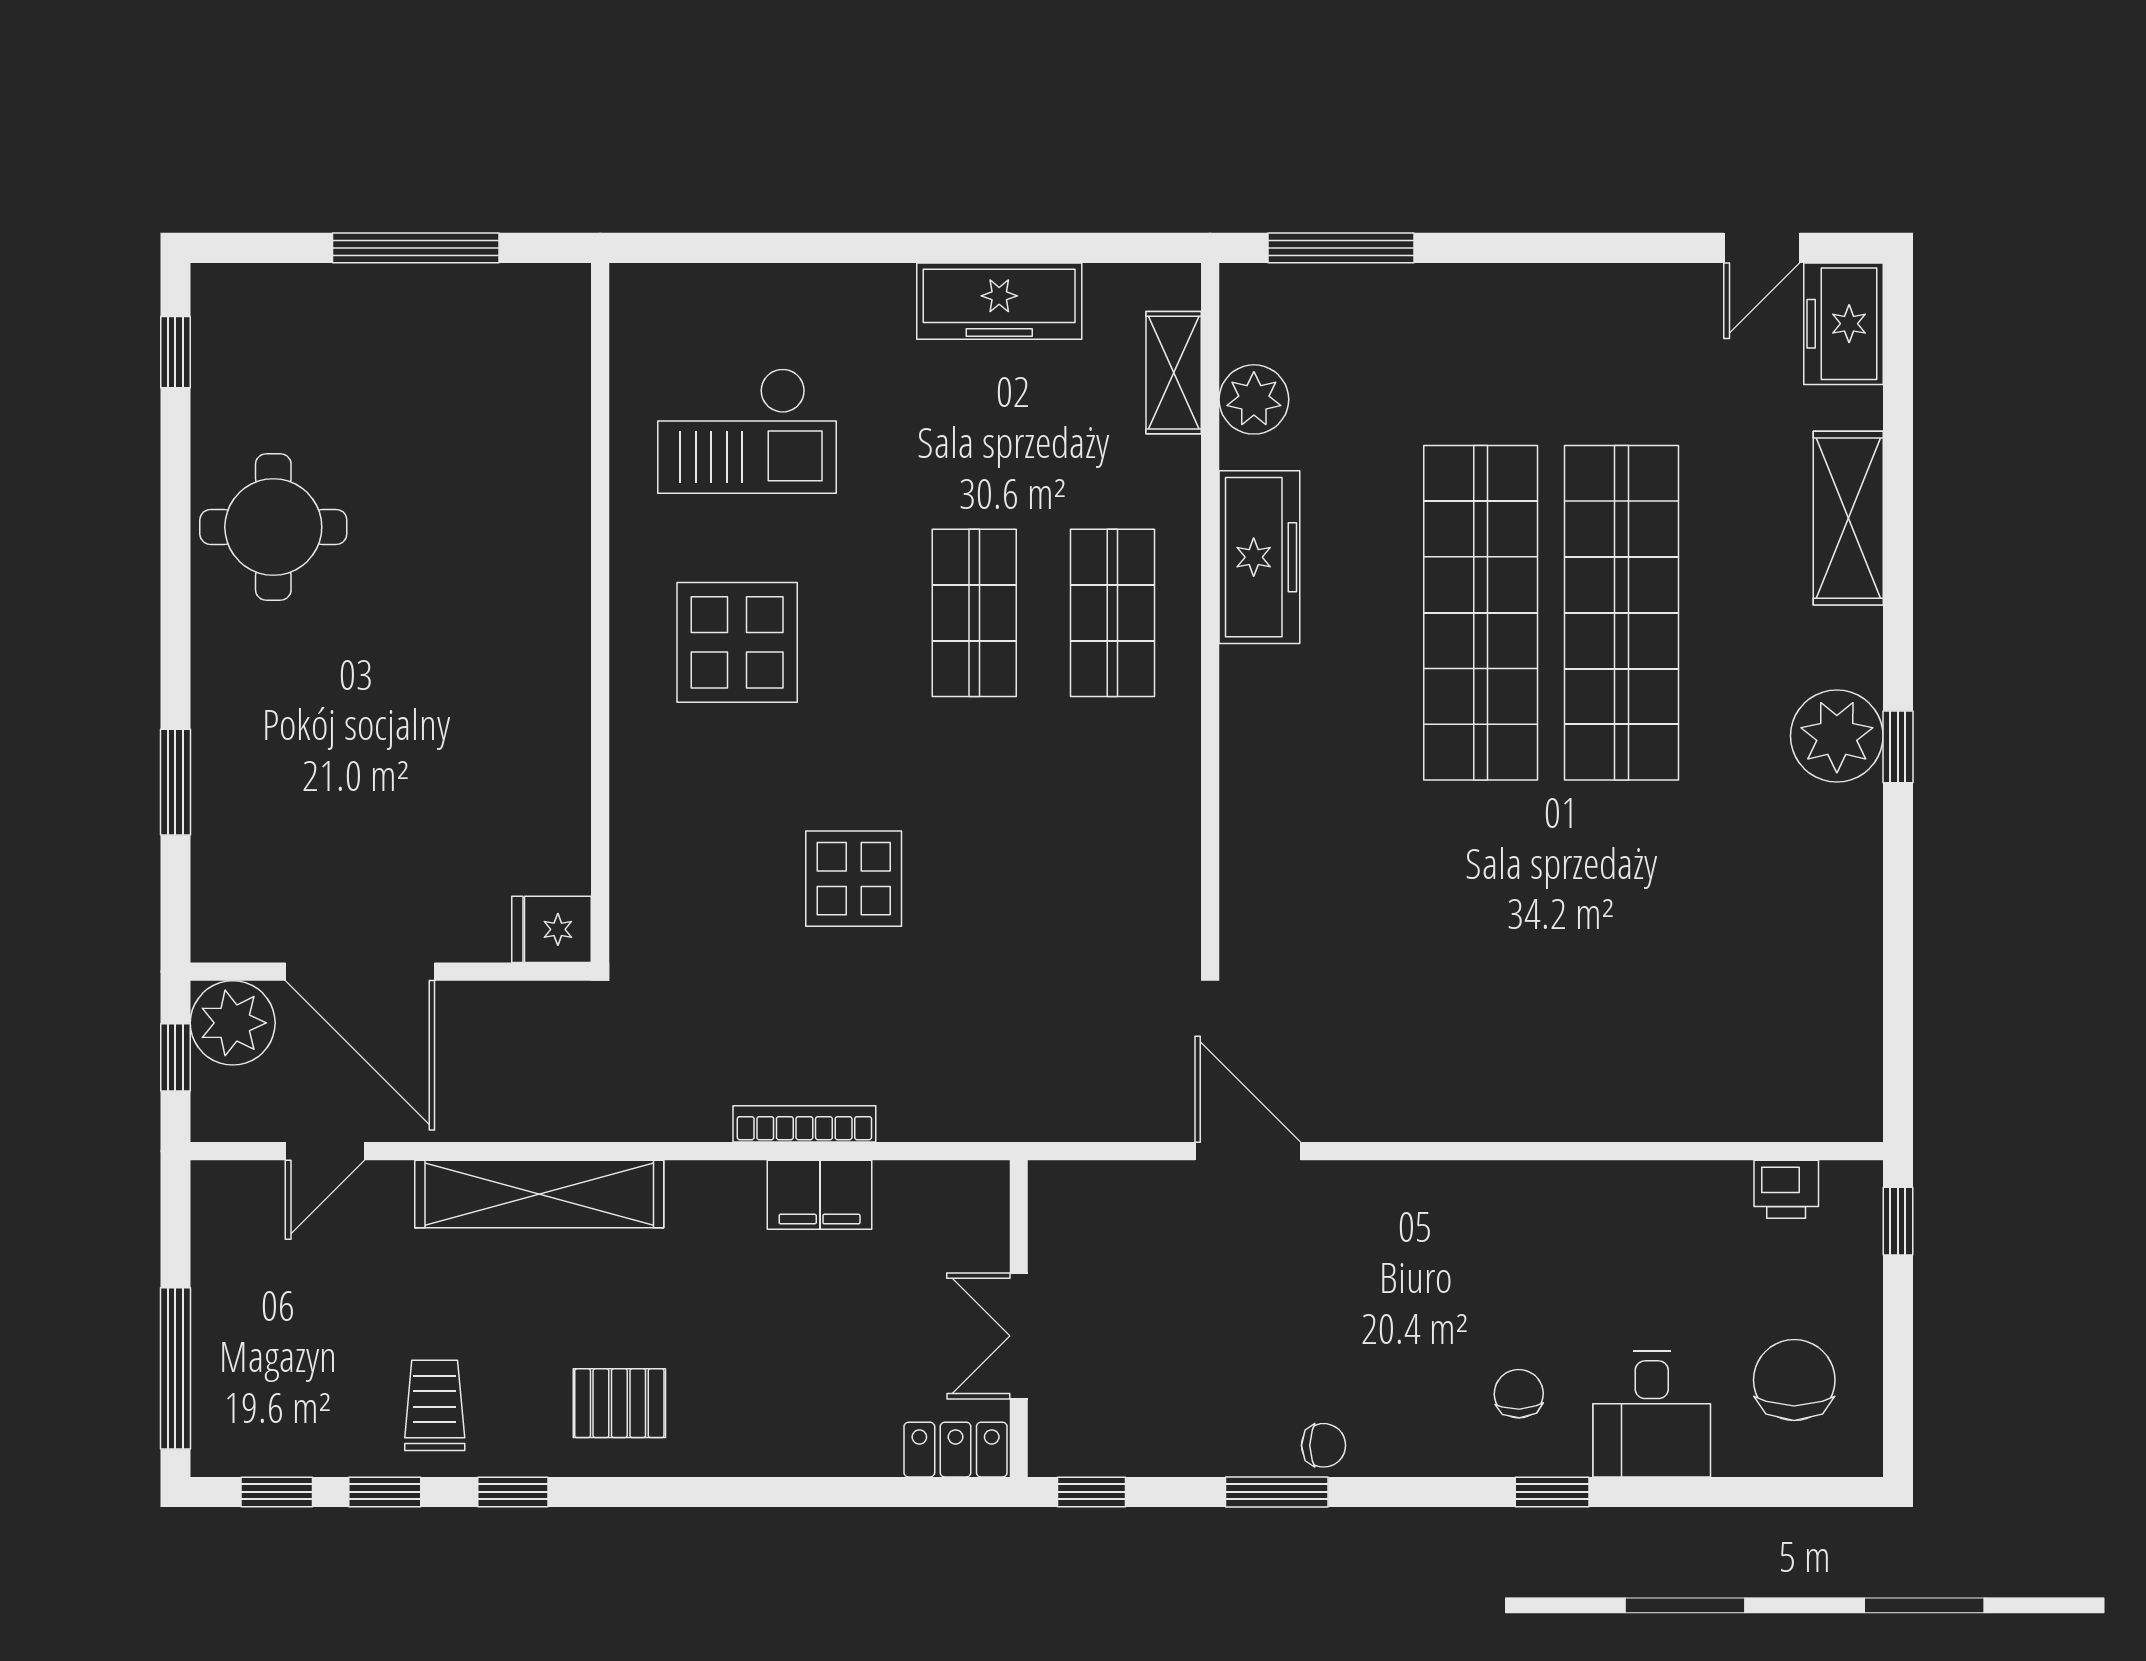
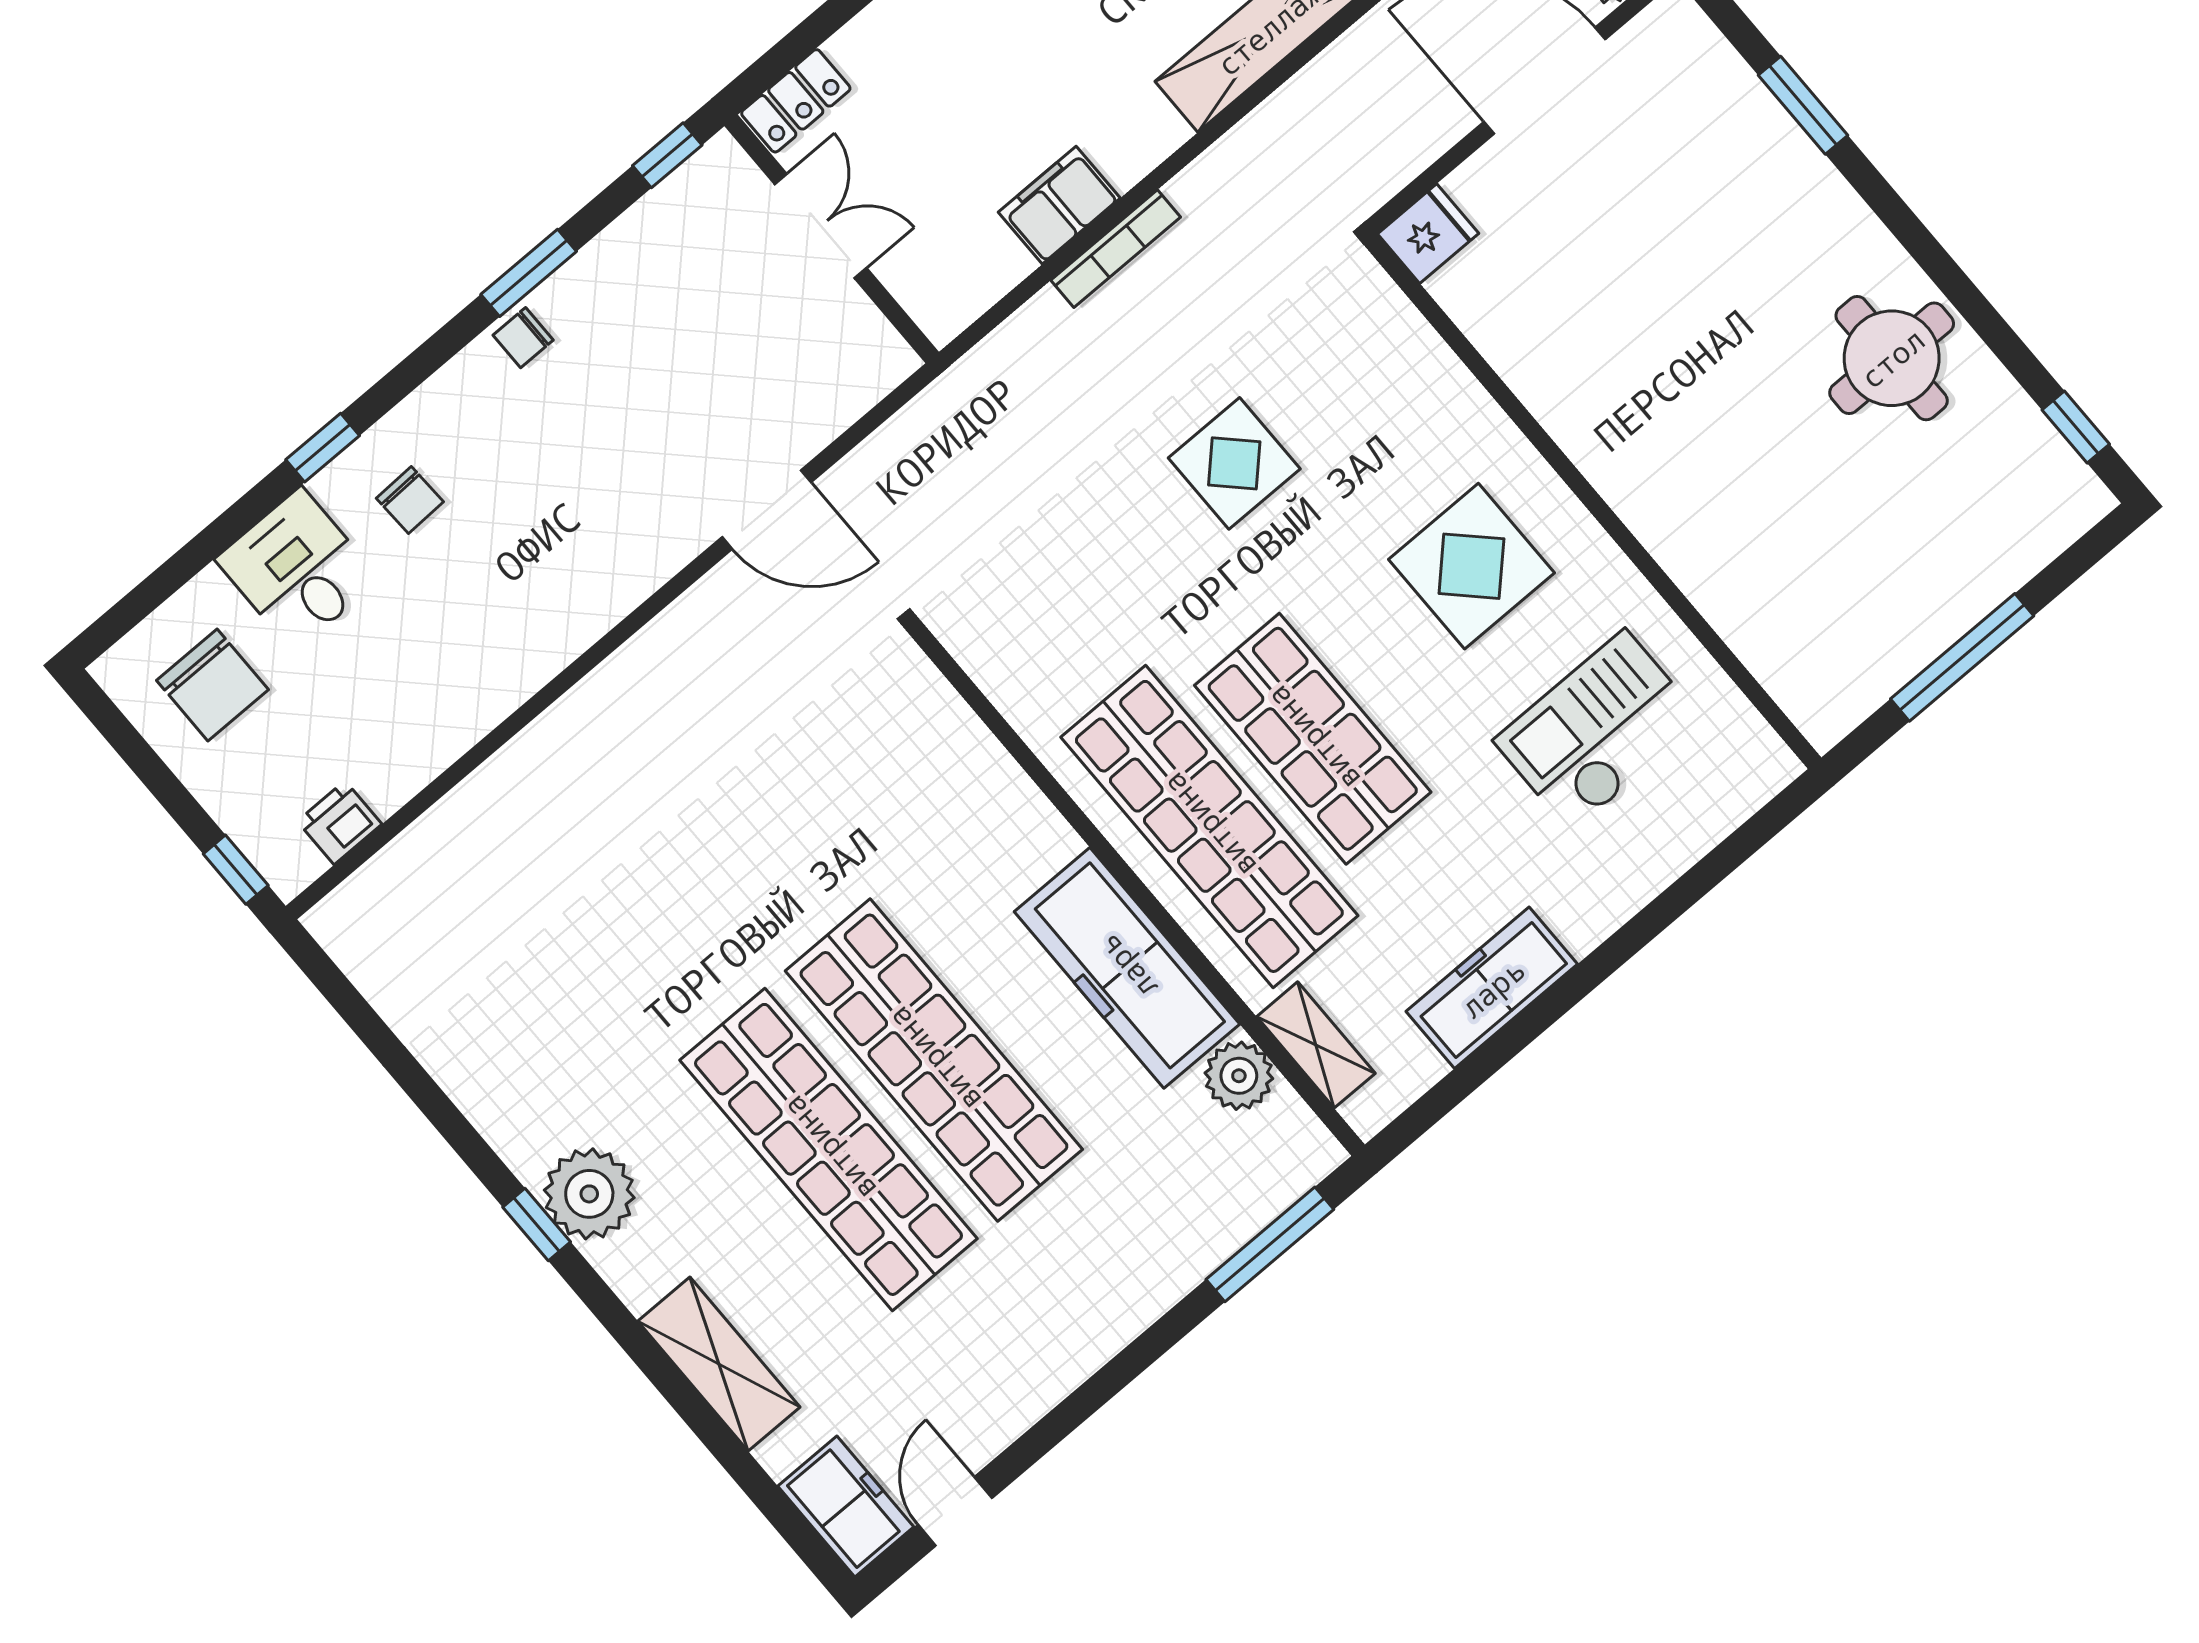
freezer: (1259, 557) -> (1127, 968), width x1.36, depth x1.26
shop shelf: (974, 613) -> (1313, 739), width x1.43, depth x1.36
shop shelf: (1112, 613) -> (1209, 826), width x2.00, depth x1.36

